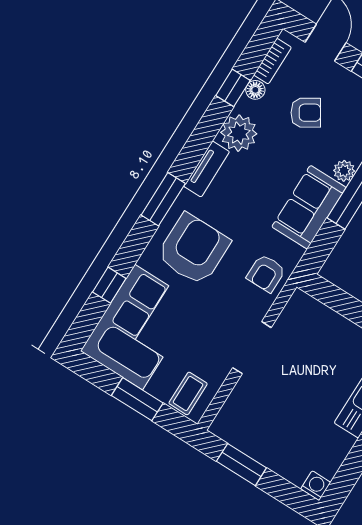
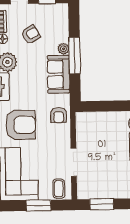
armchair: (193, 249) -> (21, 125), turned 90
doorway: (252, 348) -> (74, 162), moved

